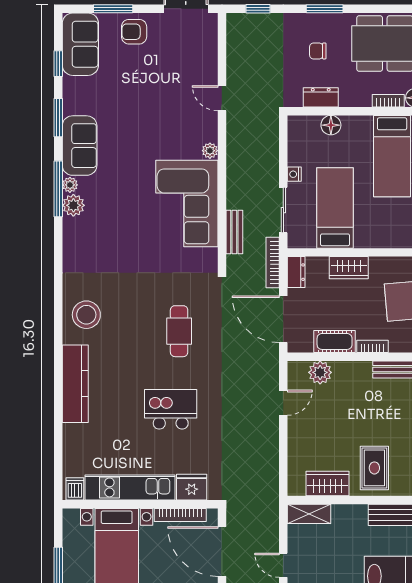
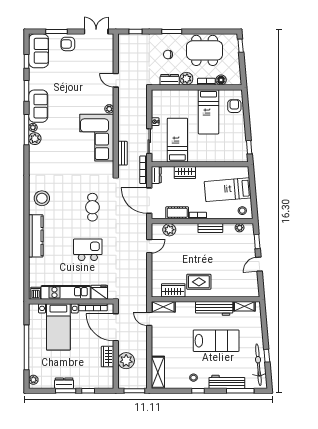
plant: (351, 95) -> (186, 79), added
floor lamp: (331, 125) -> (175, 95), removed
rug: (374, 468) -> (199, 282), turned 90
door: (283, 565) -> (149, 319), moved

